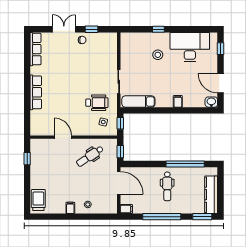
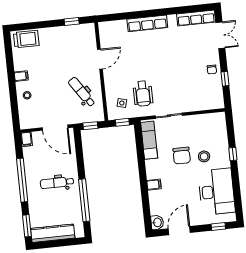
double door: (64, 29) -> (220, 35), moved
chair: (155, 74) -> (182, 156), added
door: (119, 183) -> (55, 128), hinge flipped

